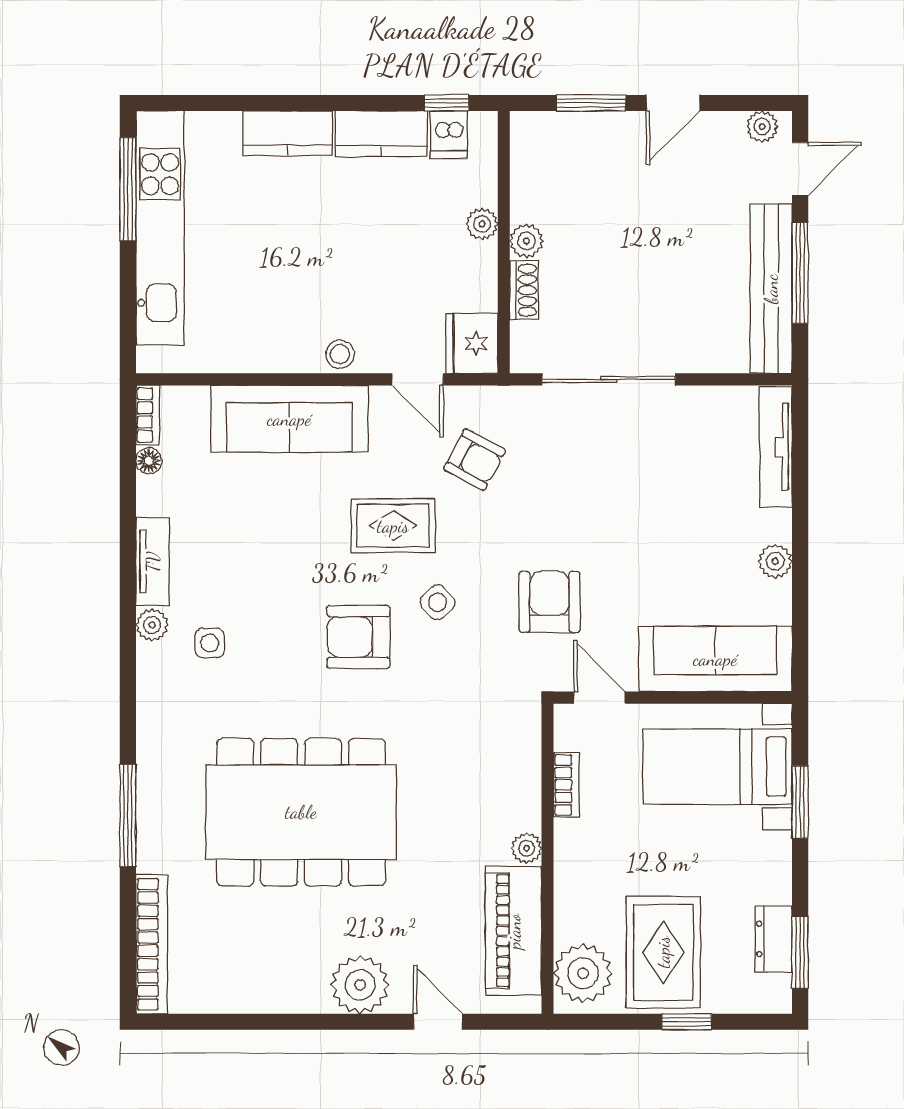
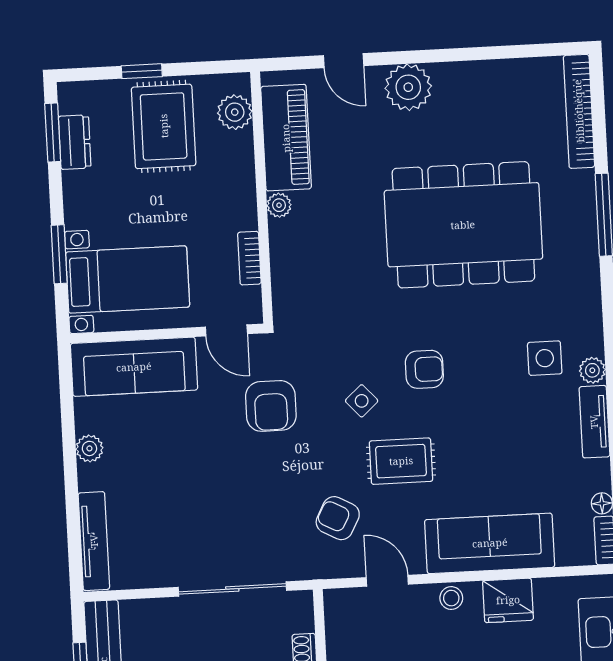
fridge: (472, 343) -> (508, 600), moved, turned 90
armchair: (358, 637) -> (424, 369), width x0.72, depth x0.72
side table: (210, 643) -> (545, 358), width x1.37, depth x1.37
plant: (583, 973) -> (235, 112), width x0.73, depth x0.73

